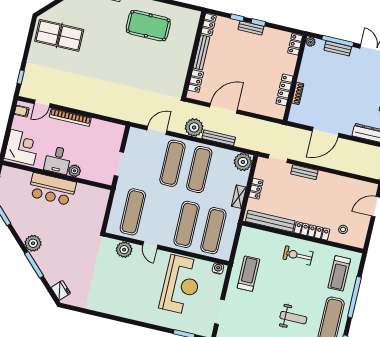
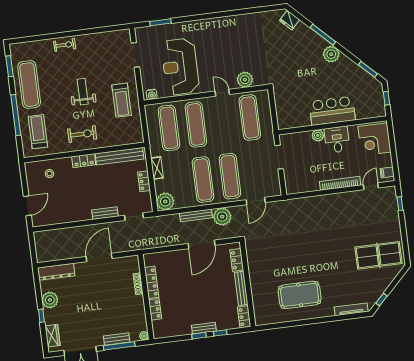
locker: (295, 44) -> (155, 309), moved
locker: (312, 231) -> (84, 161), width x0.66
weight bench: (293, 318) -> (83, 92), moved, turned 90

